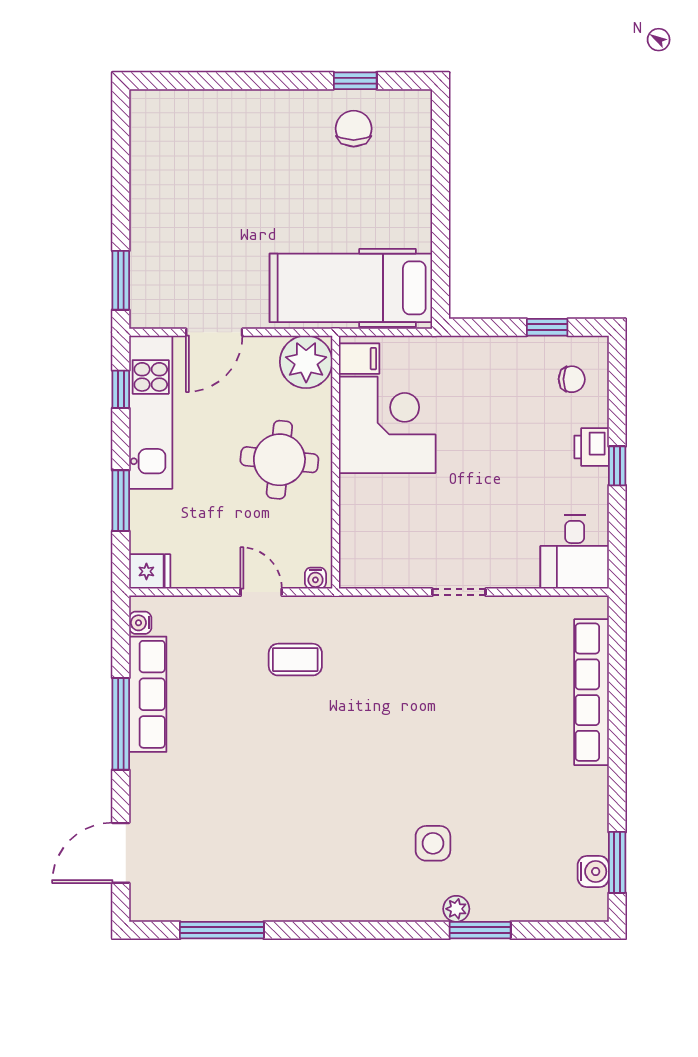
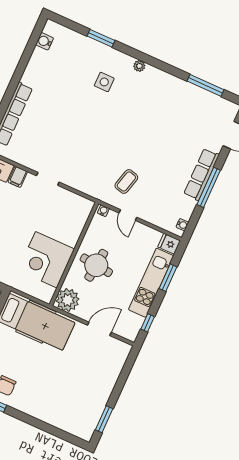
window: (121, 280) -> (104, 419), moved
filing cabinet: (359, 359) -> (18, 177), moved, turned -90
kitchen unit: (151, 412) -> (151, 283), moved
coffee table: (295, 660) -> (126, 182), turned -75
row of seats: (148, 694) -> (201, 174), moved
window: (617, 862) -> (33, 41), removed
plant: (456, 909) -> (139, 66), moved

